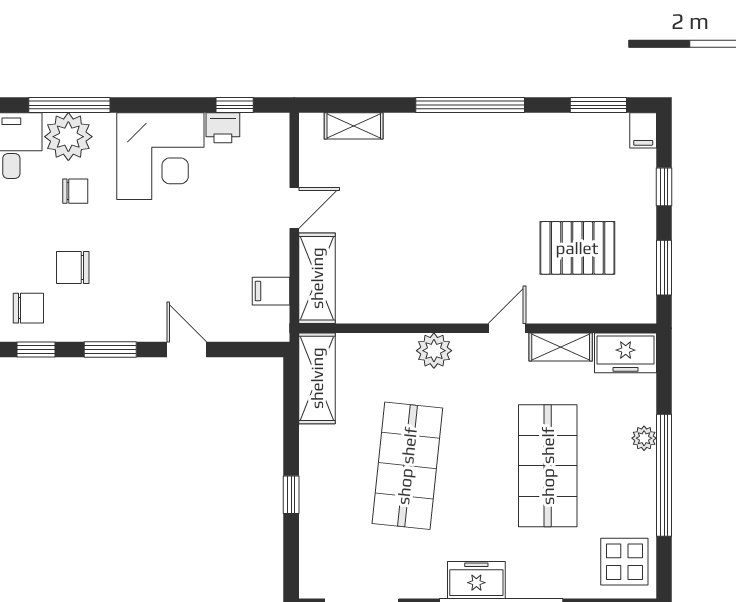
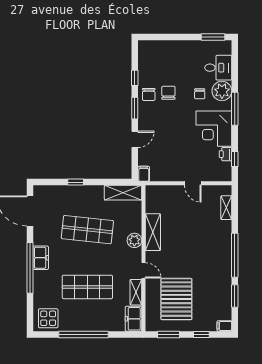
window: (69, 105) -> (235, 109), moved
window: (598, 105) -> (235, 296), moved
pallet: (577, 248) -> (176, 299), width x1.37, depth x1.41
shelving: (317, 278) -> (153, 232), moved, turned 90
filing cabinet: (271, 291) -> (144, 174), moved
chair: (28, 308) -> (149, 94), moved
plant: (644, 438) -> (99, 326), removed

